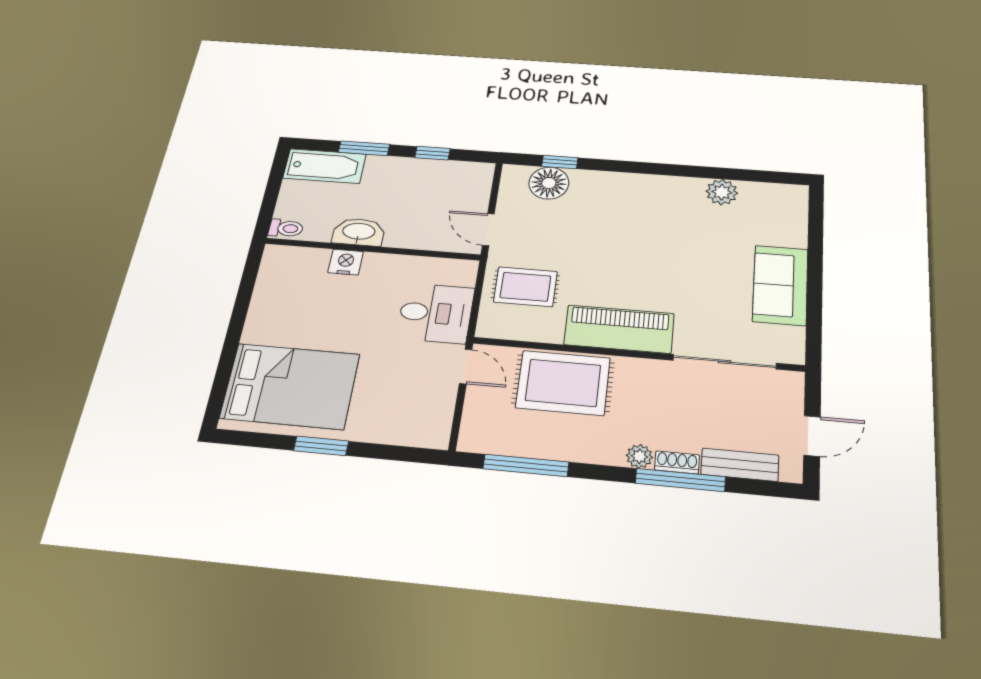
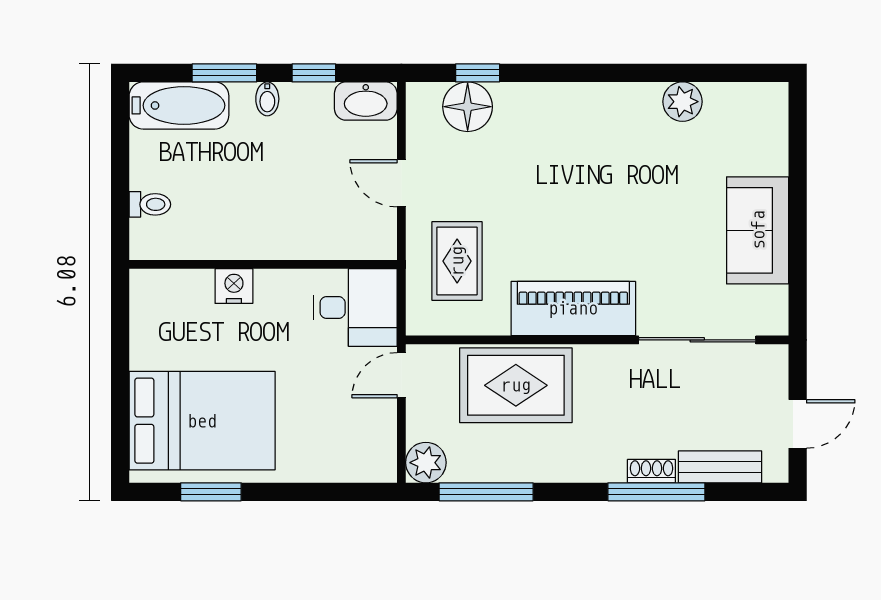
bidet: (393, 167) -> (267, 99), added
washbasin: (359, 232) -> (366, 101), moved, turned 180
wall: (372, 249) -> (263, 264), moved
nightstand: (346, 262) -> (234, 286), moved
rug: (525, 287) -> (457, 261), turned 90
door: (466, 366) -> (401, 375), swing flipped
window: (321, 446) -> (211, 492), moved
plant: (639, 456) -> (426, 463), moved, width x1.38, depth x1.38

